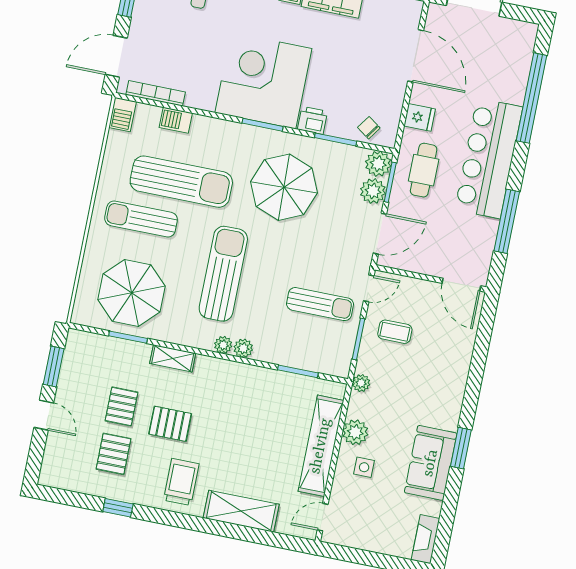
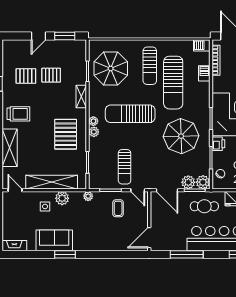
sun lounger: (141, 219) -> (150, 66), turned 180
sun lounger: (223, 274) -> (130, 114), turned 180
pallet: (170, 424) -> (66, 134), moved, width x1.50, depth x1.42

